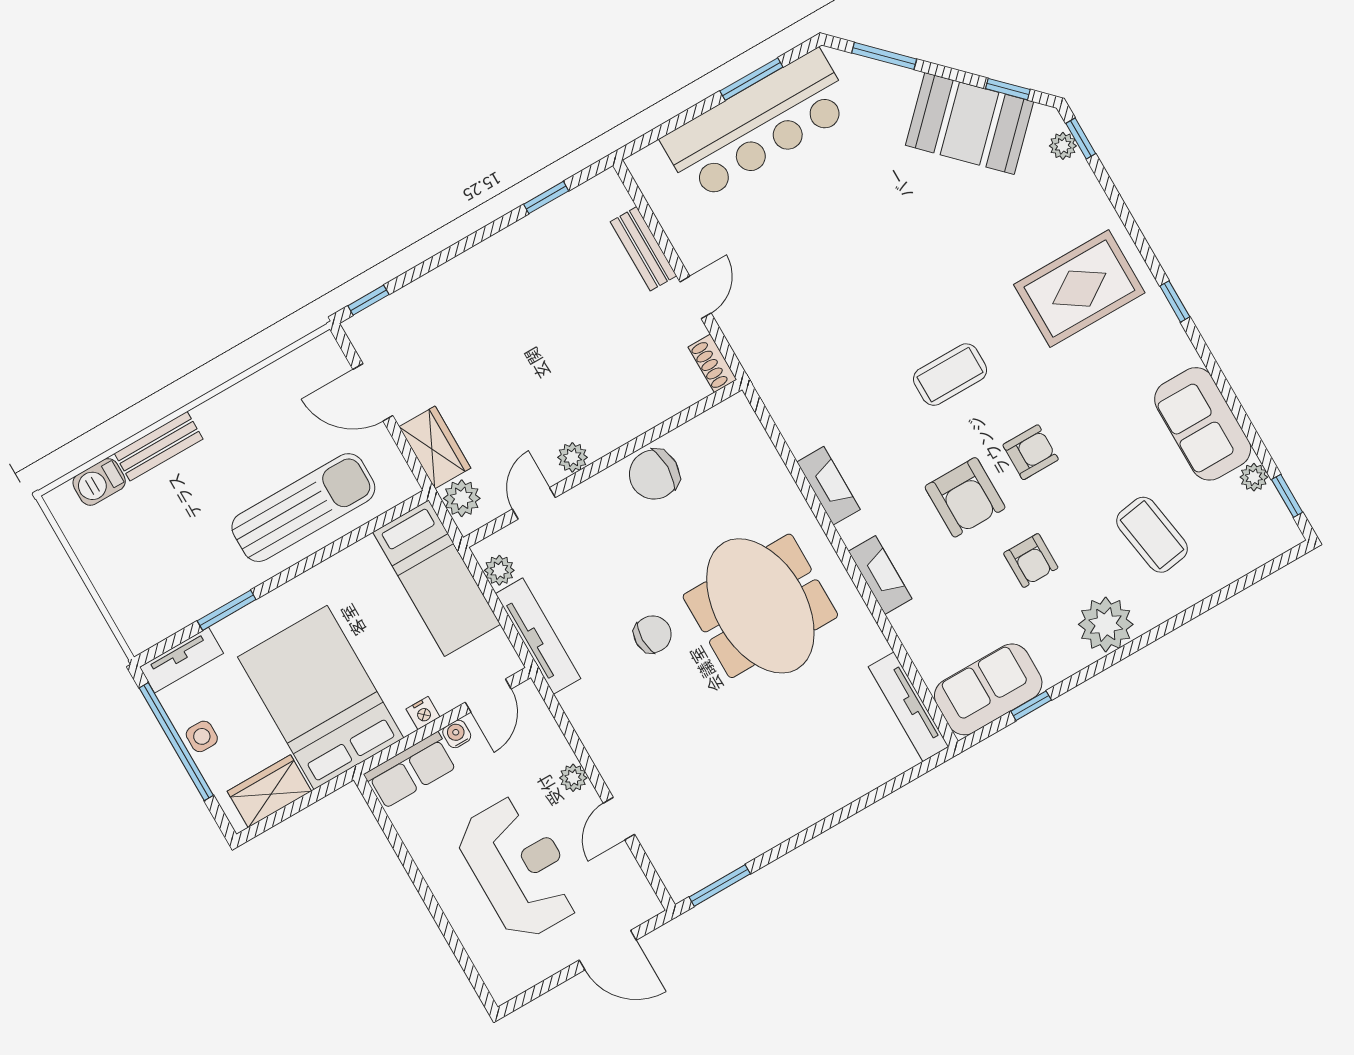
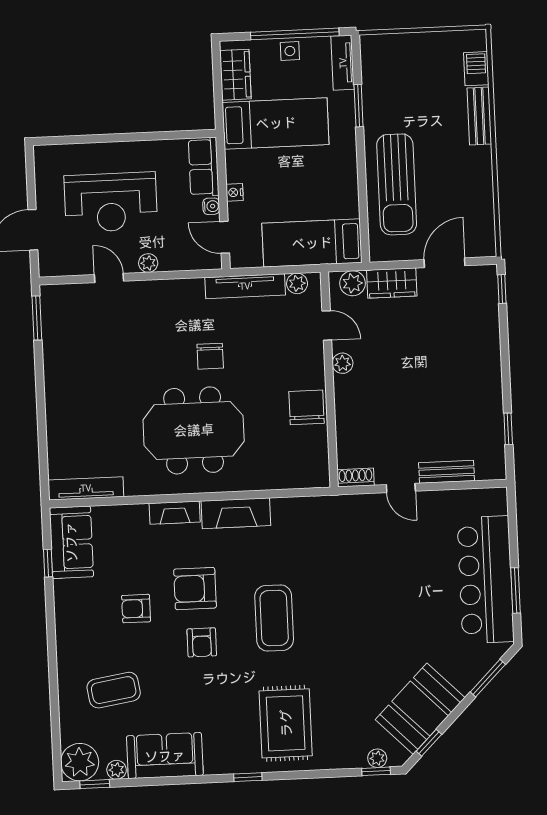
coffee table: (950, 375) -> (274, 618), width x1.36, depth x1.32
fireplace: (828, 486) -> (236, 513), width x1.37, depth x1.32
plant: (1106, 624) -> (80, 762), moved
bed: (321, 698) -> (276, 123), width x0.67

